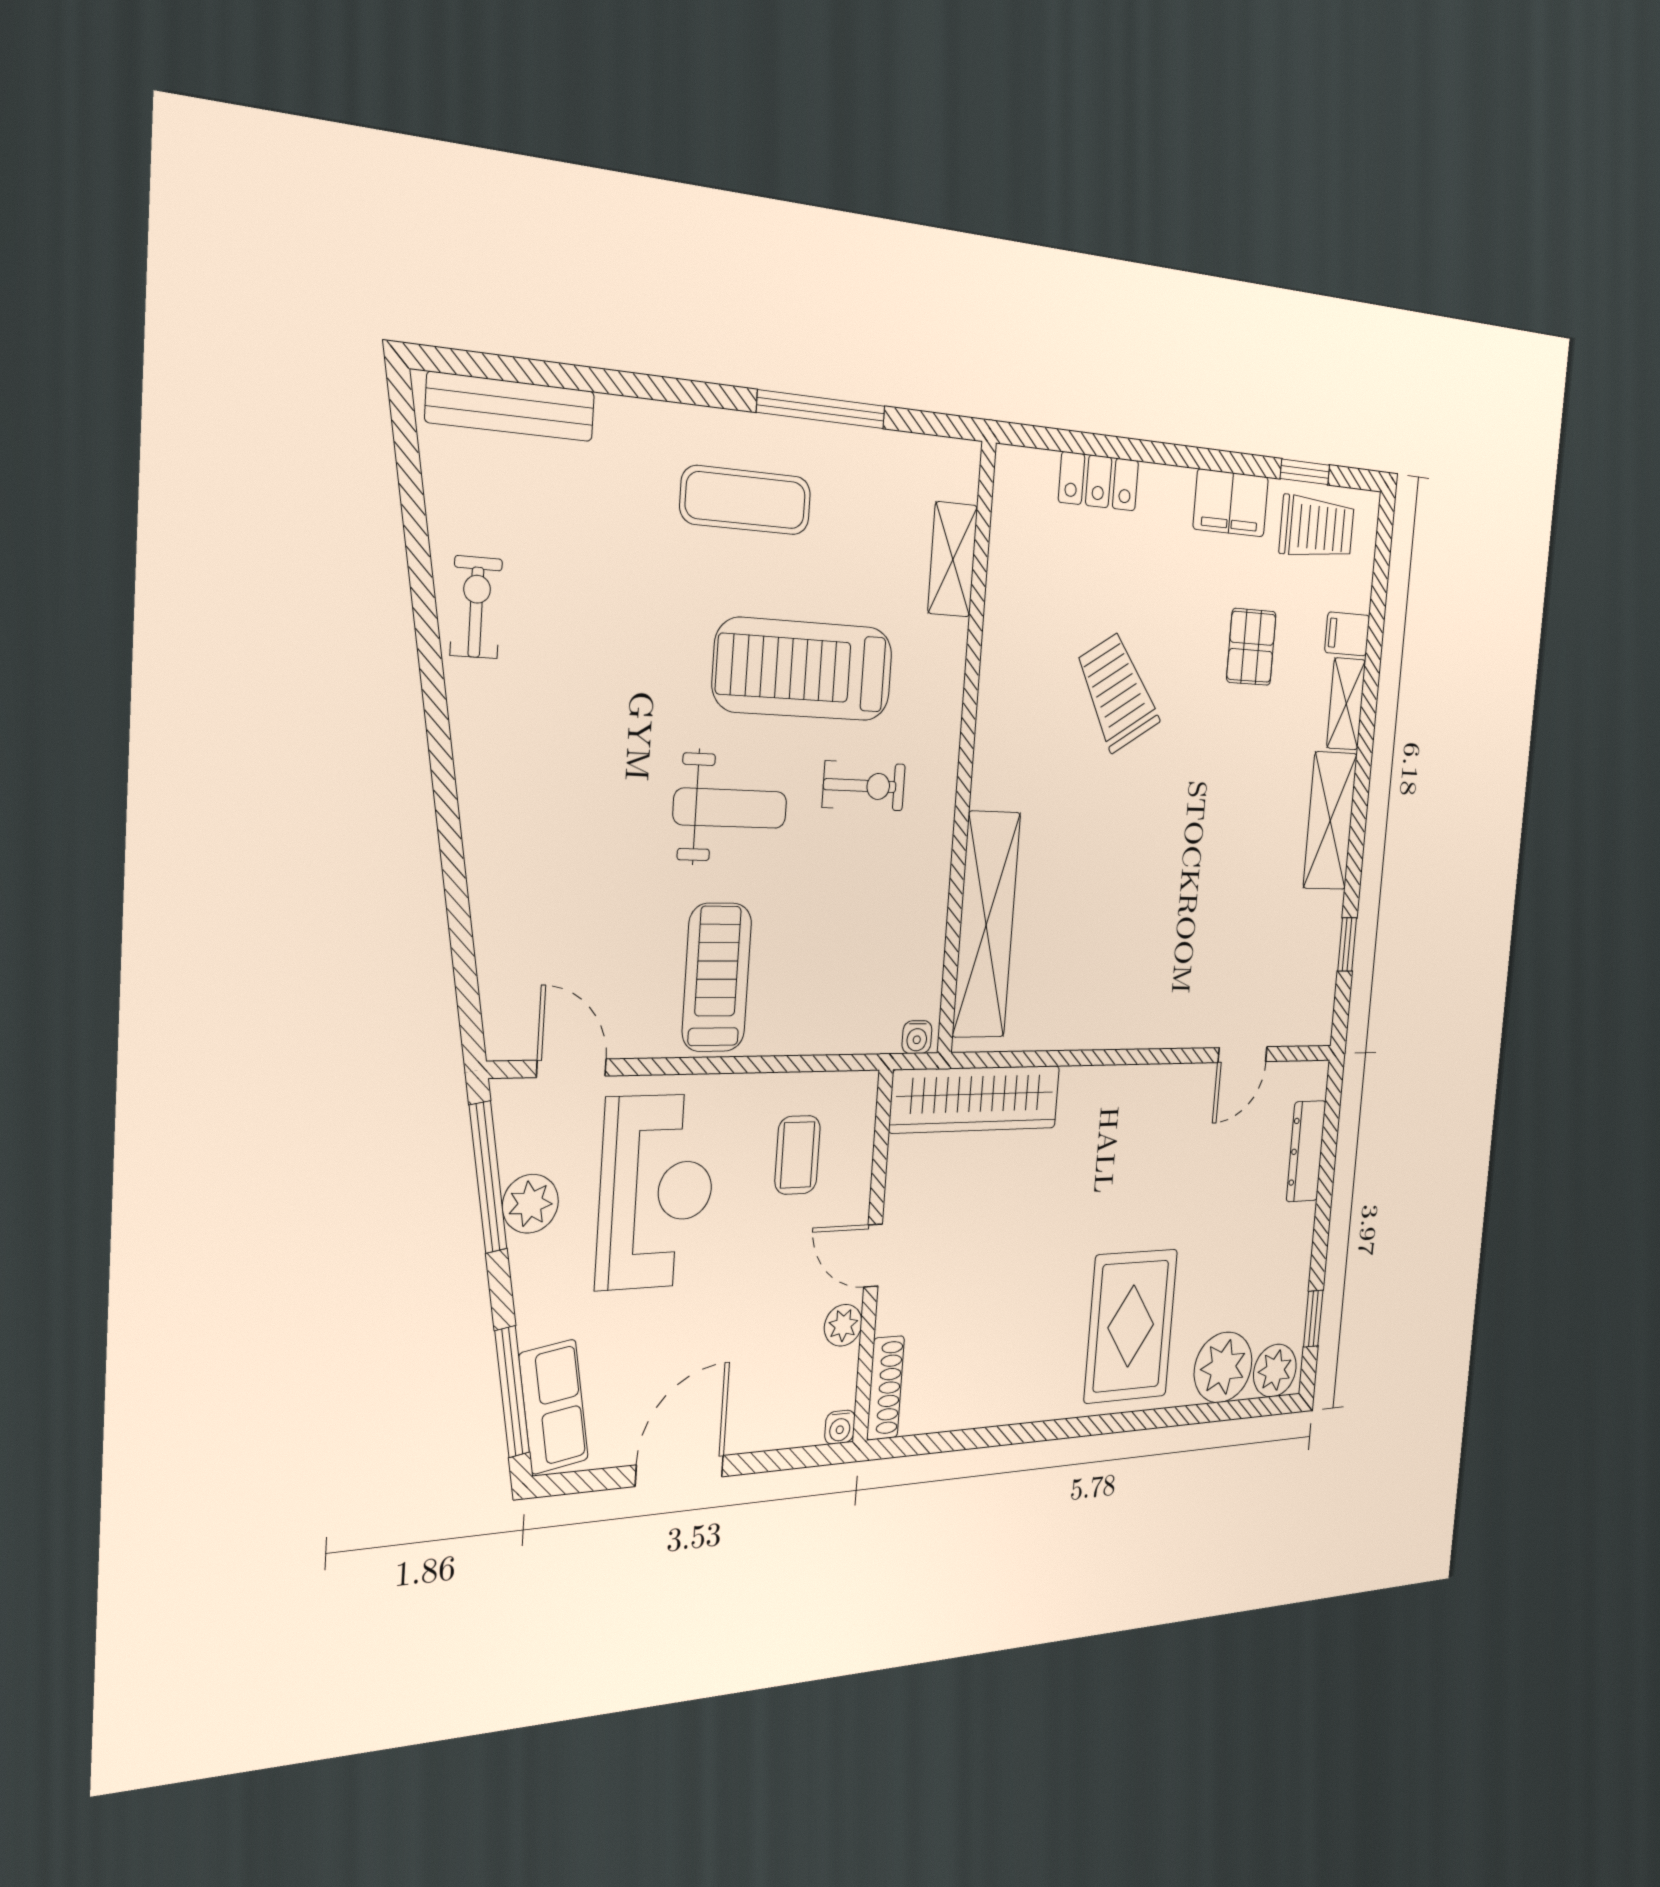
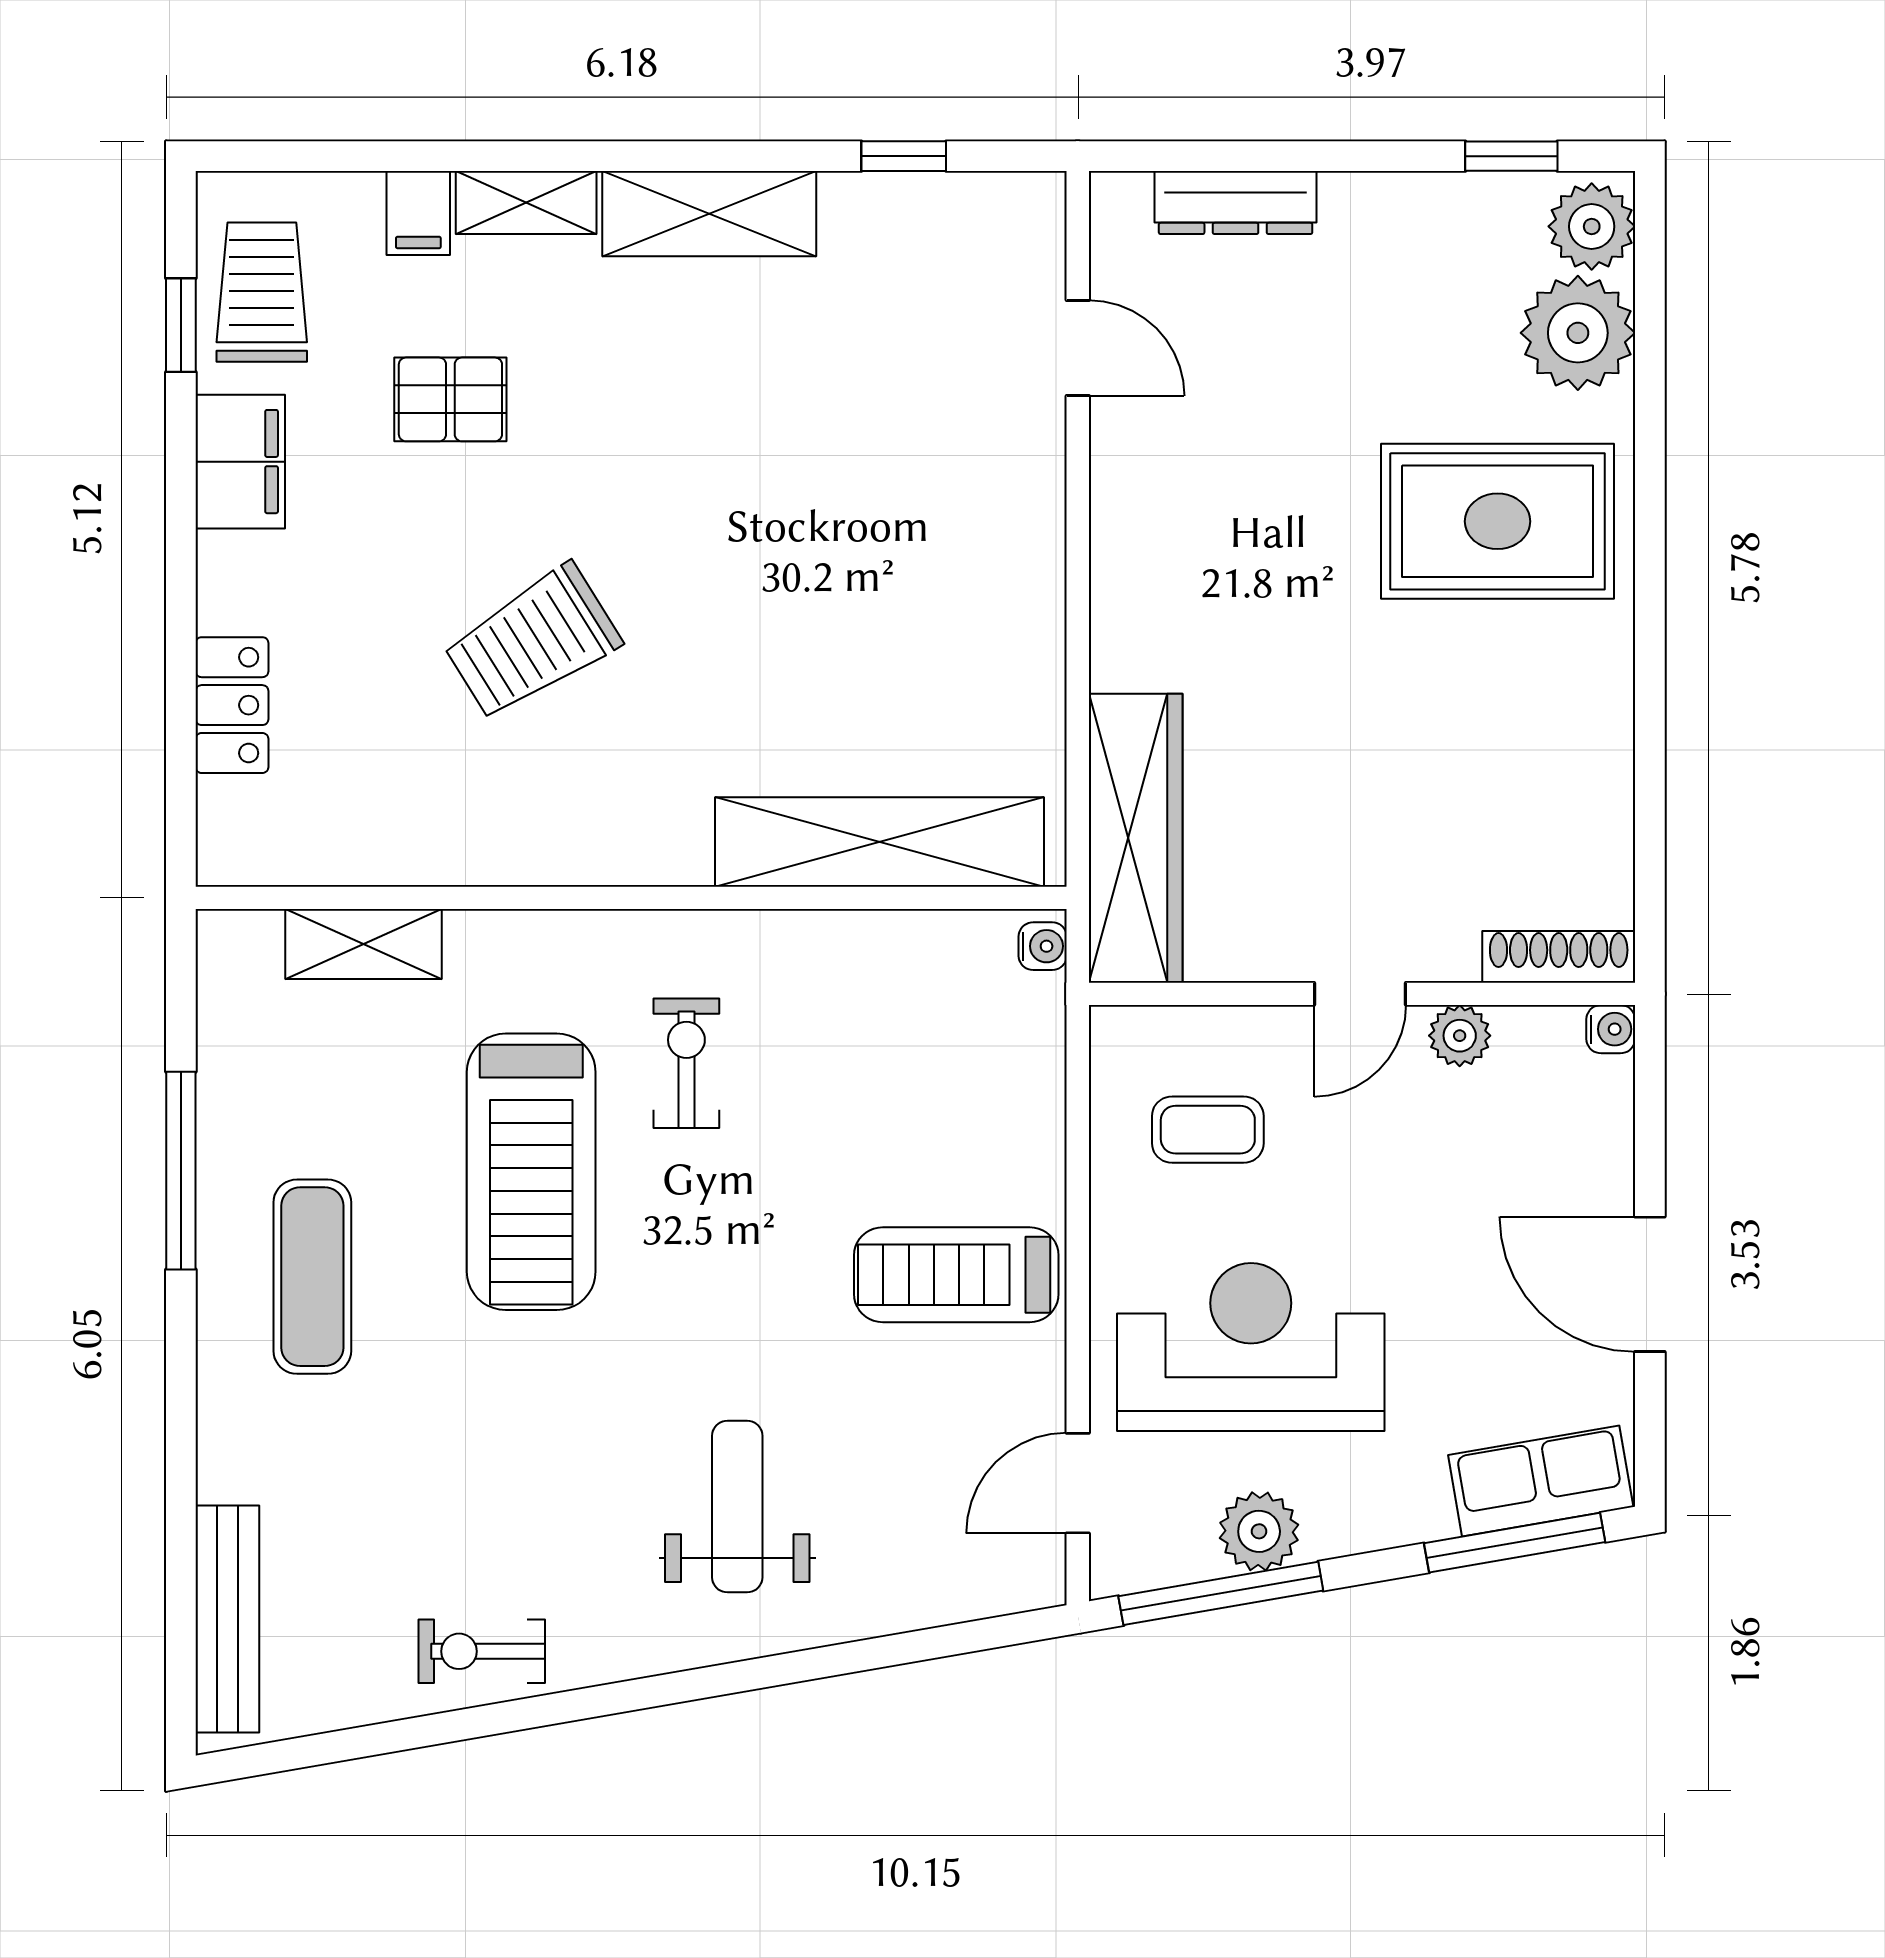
weight bench: (730, 808) -> (737, 1507), moved

